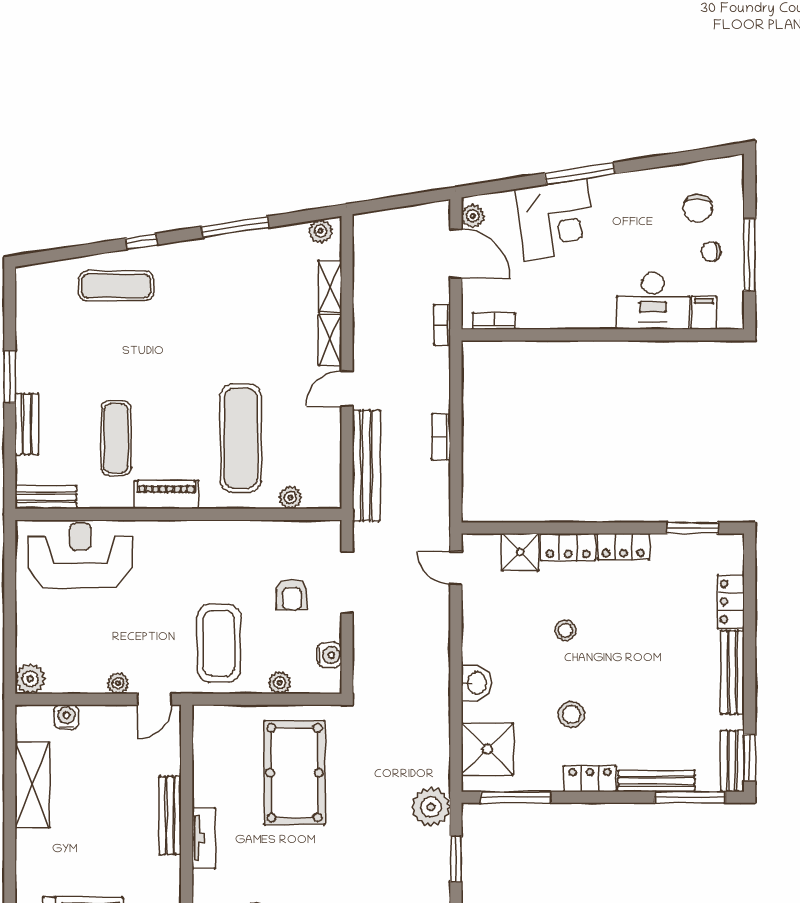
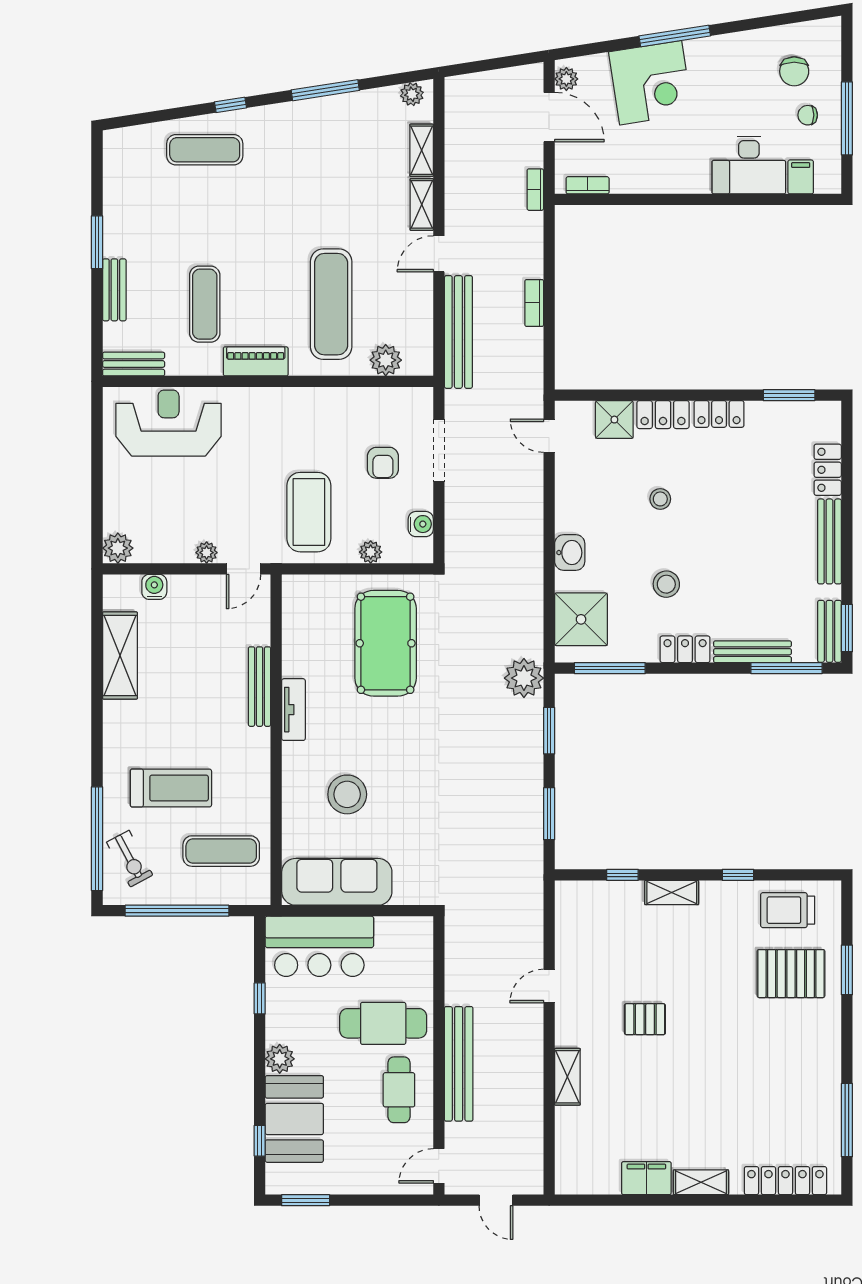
plant: (290, 498) -> (386, 360), width x1.38, depth x1.38

